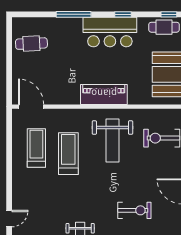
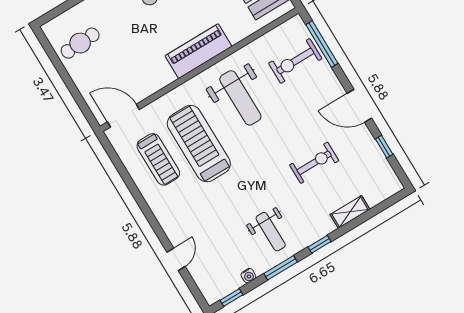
treadmill: (36, 148) -> (158, 159), turned 180
treadmill: (68, 154) -> (199, 144), width x1.37, depth x1.38

